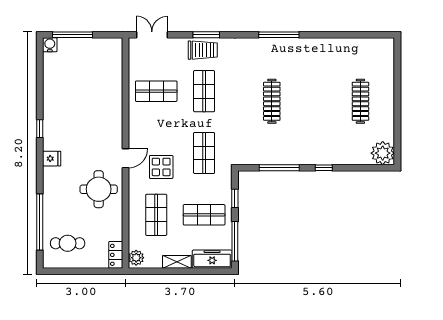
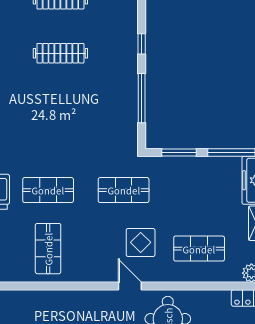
clothes rail: (272, 101) -> (60, 53), moved
window: (235, 198) -> (179, 153), width x1.50
shop shelf: (204, 215) -> (199, 190), removed

